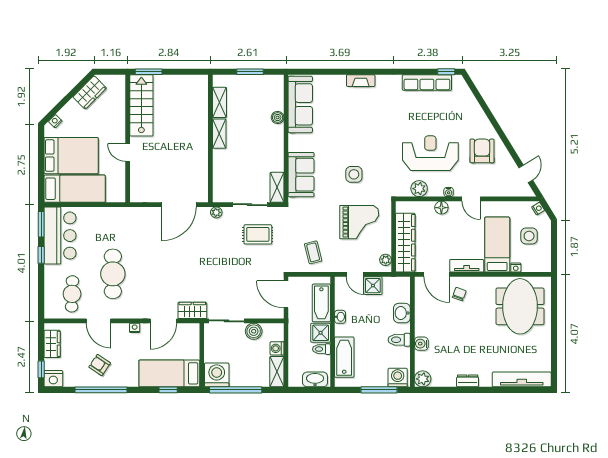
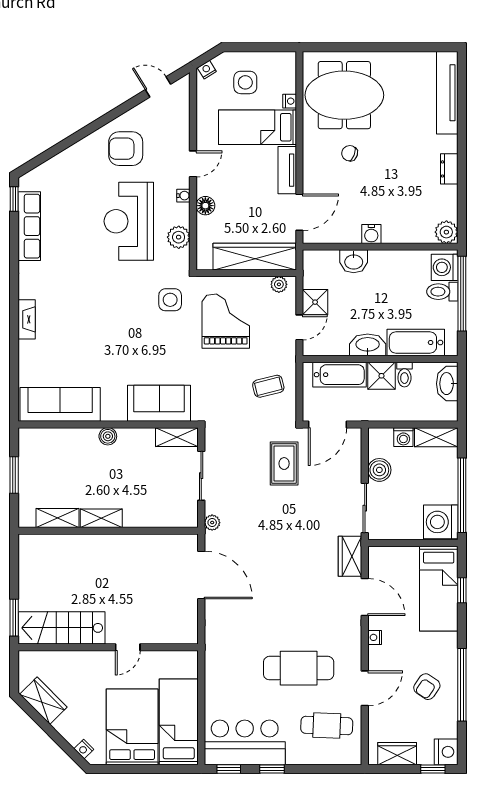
boiler: (278, 117) -> (108, 436), moved
side table: (354, 174) -> (170, 300), moved
window: (41, 224) -> (229, 769), width x0.67
rug: (258, 234) -> (284, 464), moved
chair: (459, 294) -> (350, 153), moved
washbasin: (340, 317) -> (368, 345), width x1.91, depth x1.45
toilet: (399, 340) -> (442, 292), moved, turned 90
water cooler: (421, 344) -> (371, 234), moved
window: (379, 390) -> (462, 294), width x1.46

